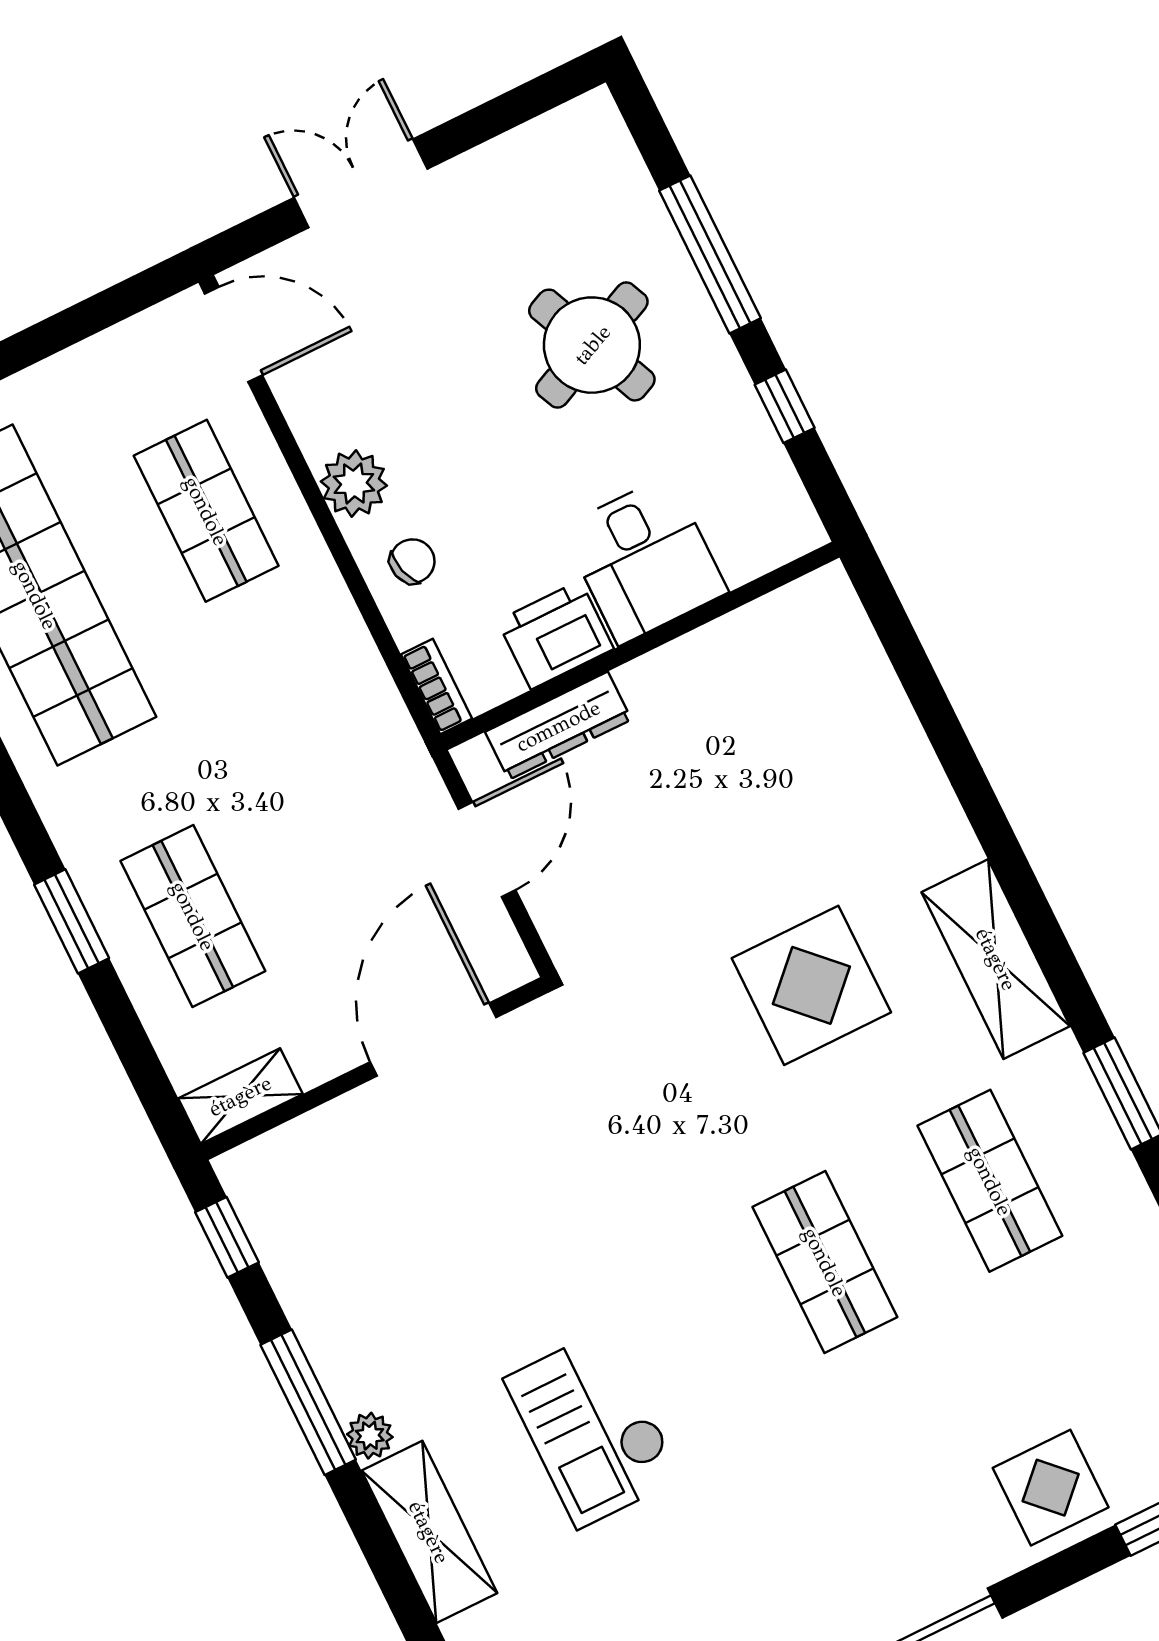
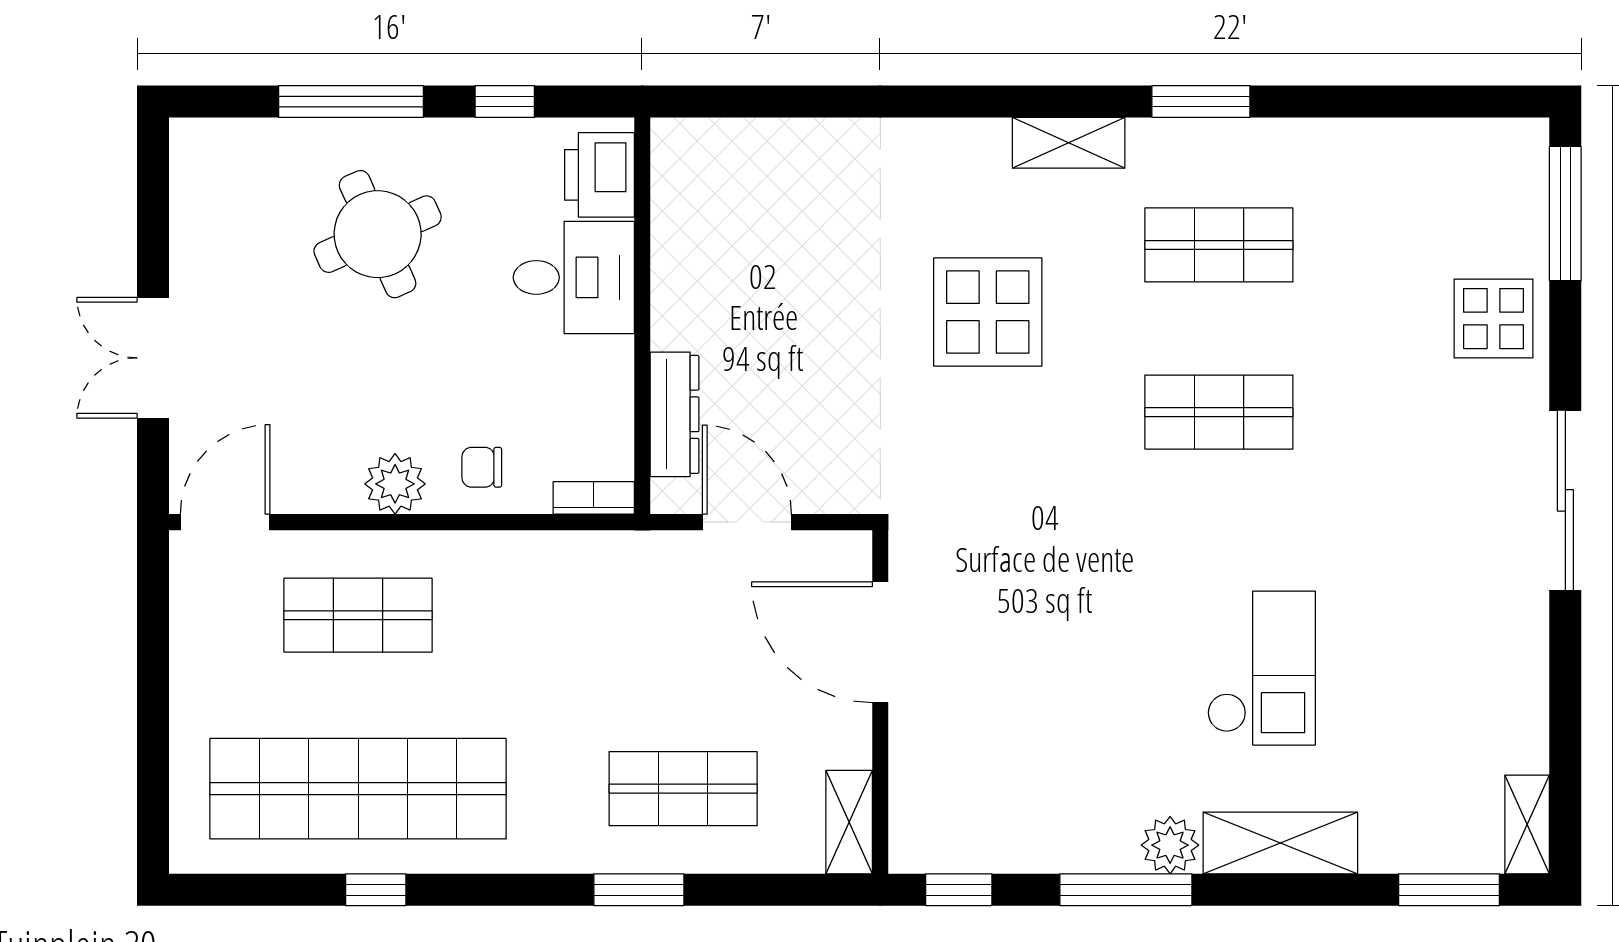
chair: (412, 561) -> (482, 467), turned -74
printer: (556, 635) -> (599, 175), moved
shelving: (996, 959) -> (1069, 143), width x0.67, depth x0.75
checkout: (593, 1428) -> (1261, 668), turned -90
plant: (370, 1436) -> (1170, 845), width x1.38, depth x1.38

